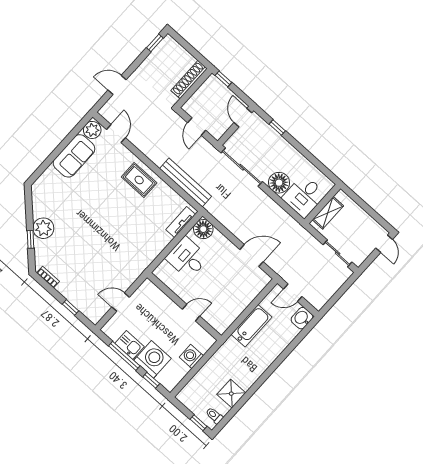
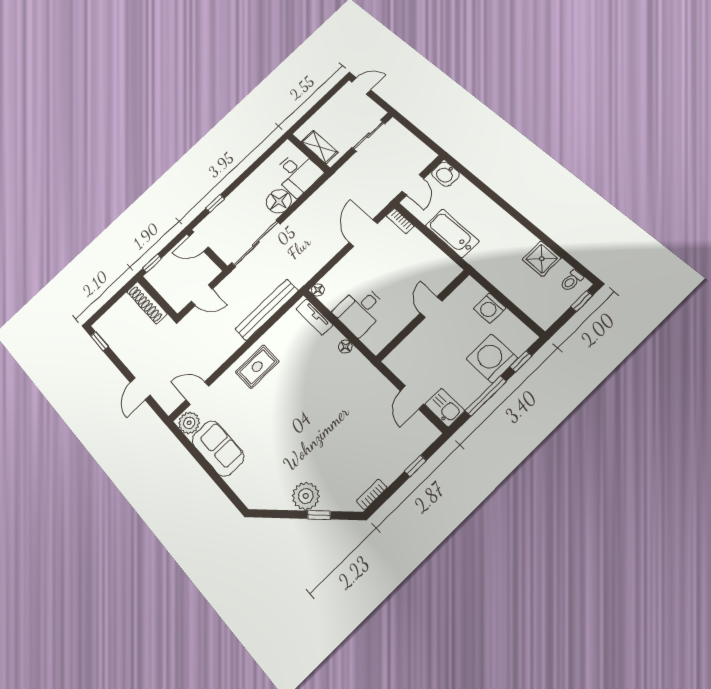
floor lamp: (203, 229) -> (318, 290), width x0.53, depth x0.53
floor lamp: (158, 249) -> (345, 347), added
bookcase: (262, 284) -> (400, 221), added
kitchen sink: (130, 345) -> (445, 408), moved, turned 90

